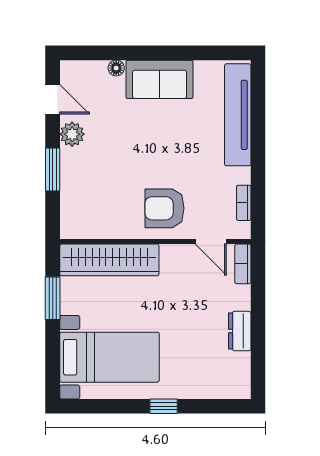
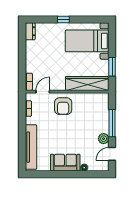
door: (53, 99) -> (112, 154), hinge flipped
window: (53, 170) -> (112, 123), width x1.44
armchair: (164, 208) -> (63, 106), turned 90
door: (211, 242) -> (43, 92), hinge flipped
dresser: (240, 331) -> (30, 31), moved

